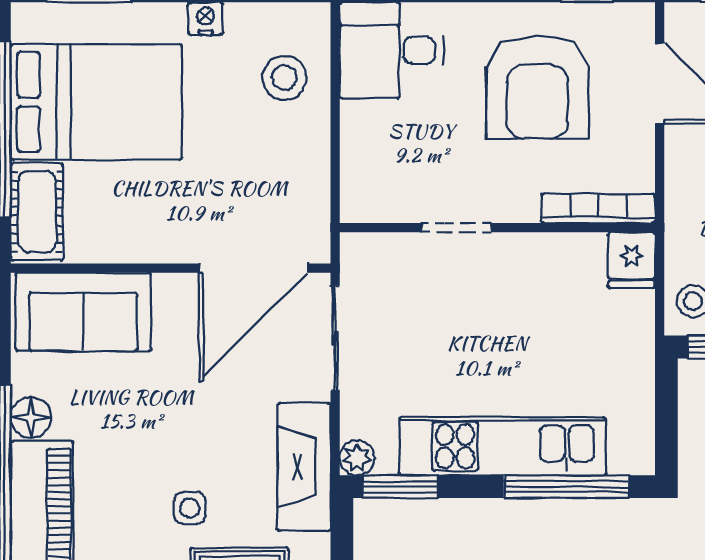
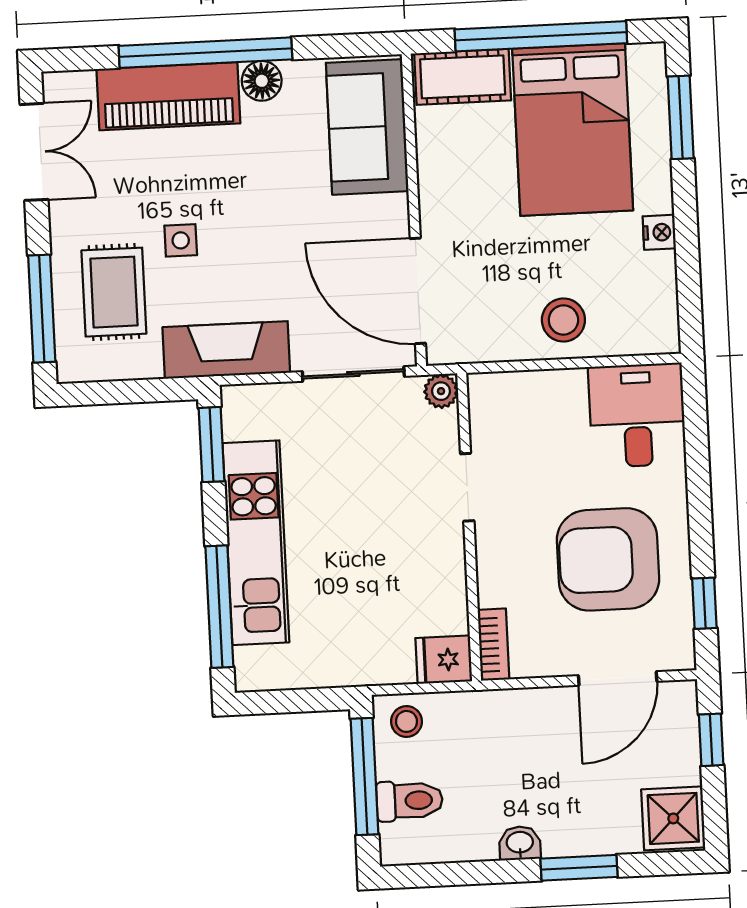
stool: (284, 78) -> (563, 320), moved
bookcase: (598, 209) -> (494, 645), width x0.64
plant: (357, 458) -> (441, 391), moved

